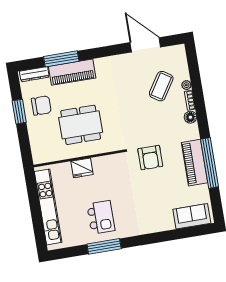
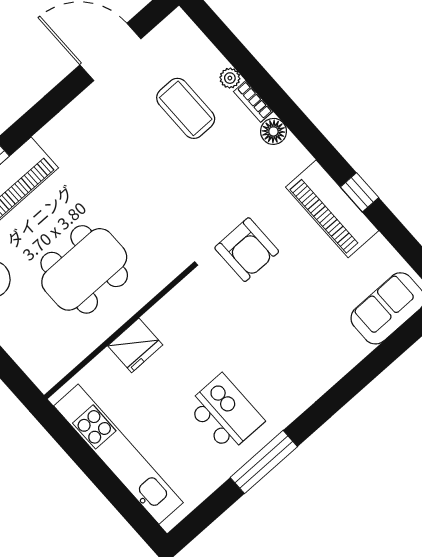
coffee table: (161, 86) -> (186, 108), turned -33
window: (209, 163) -> (360, 192), width x0.32

